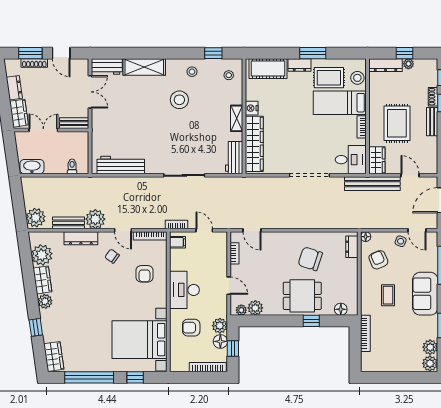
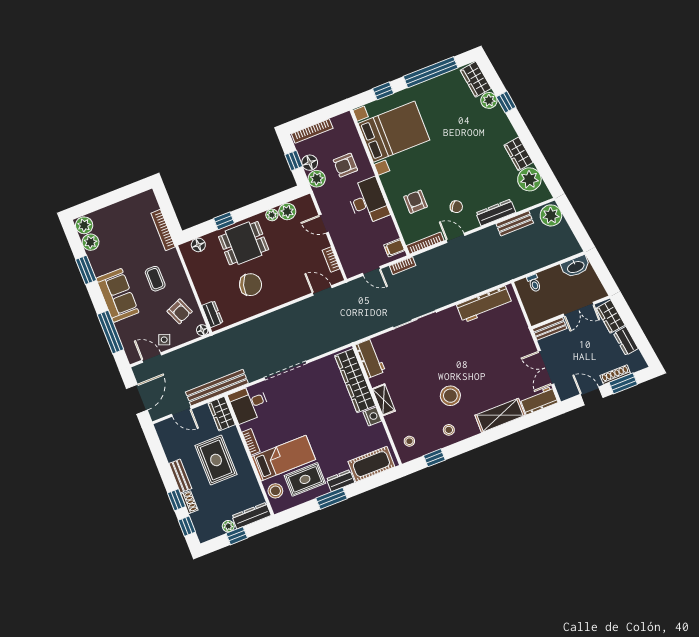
plant: (95, 219) -> (489, 238), removed
plant: (45, 301) -> (489, 100), moved
plant: (241, 310) -> (272, 215), moved
armchair: (191, 328) -> (345, 165), turned 180

